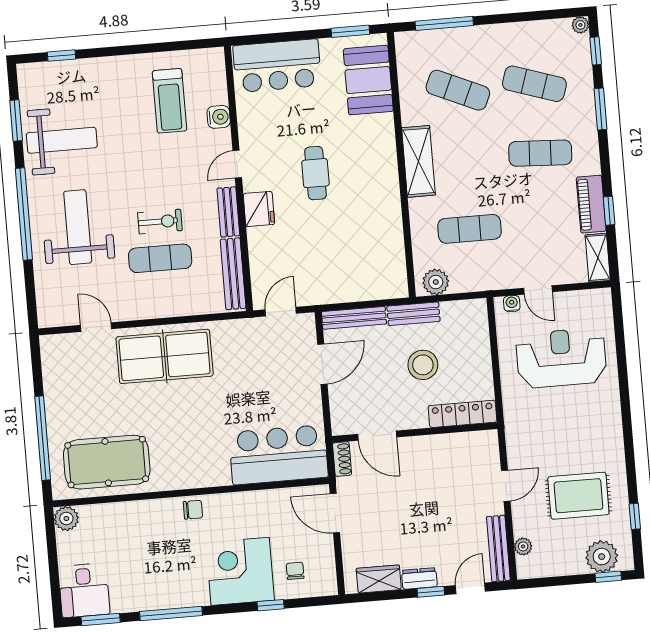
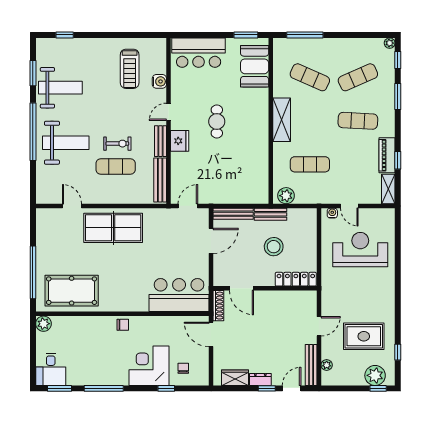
exercise mat: (534, 84) -> (358, 77), turned -42
weight bench: (78, 227) -> (66, 143), turned 90
shoe rack: (342, 459) -> (218, 306), width x1.43

